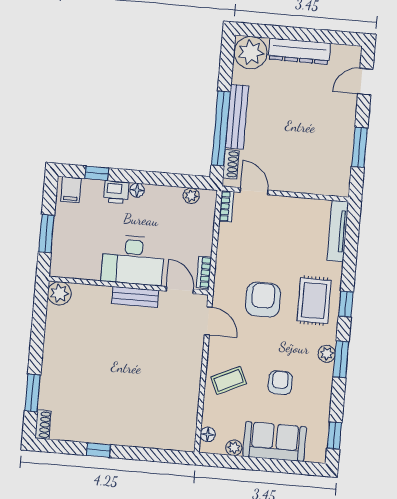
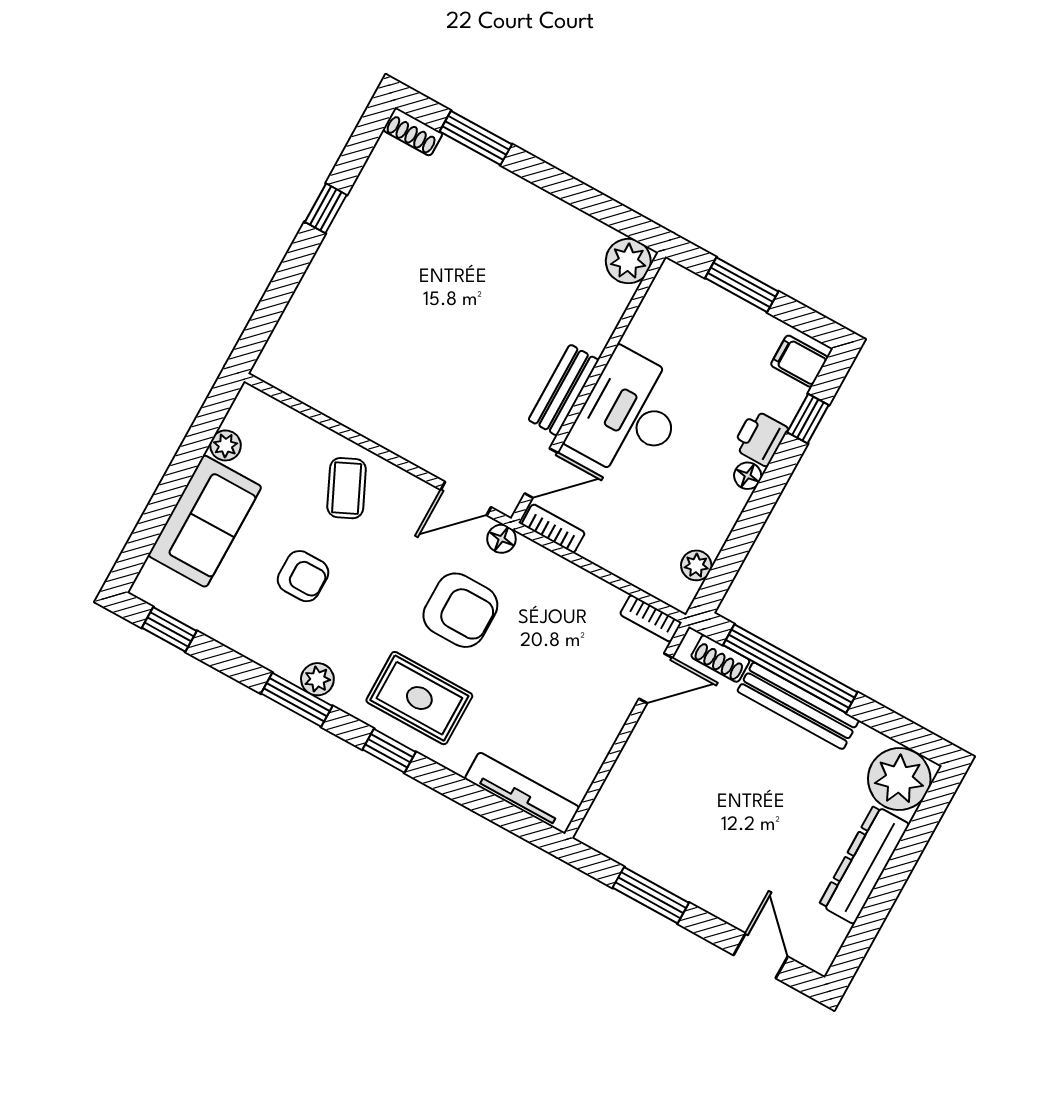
floor lamp: (208, 434) -> (501, 539), moved

